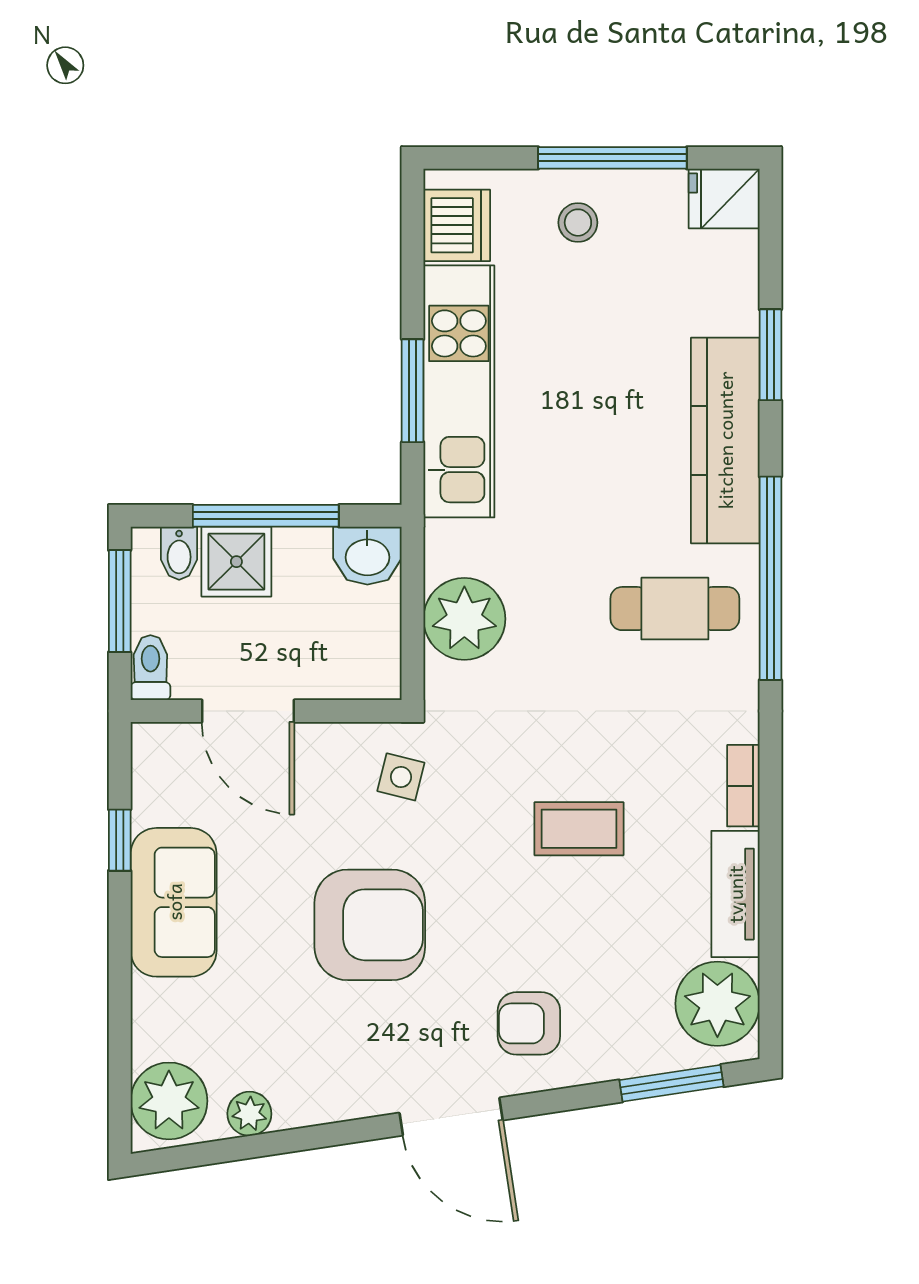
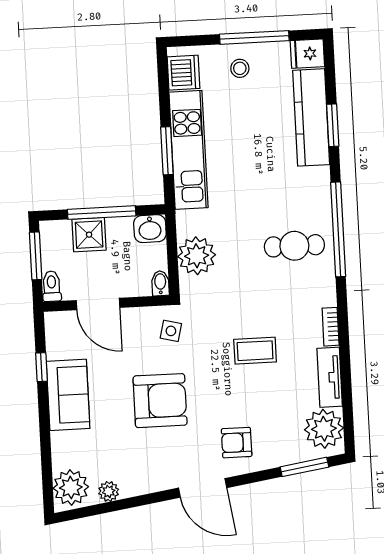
kitchen counter: (725, 440) -> (311, 117), moved
bidet: (179, 553) -> (160, 283), moved, turned 180

